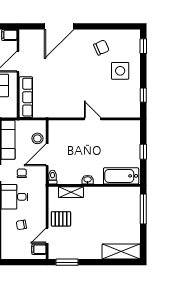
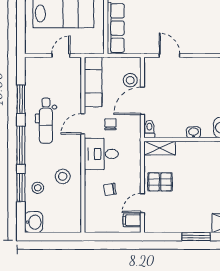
door: (93, 119) -> (169, 55), moved
shelving: (71, 192) -> (160, 148), moved
window: (67, 262) -> (196, 237), moved

